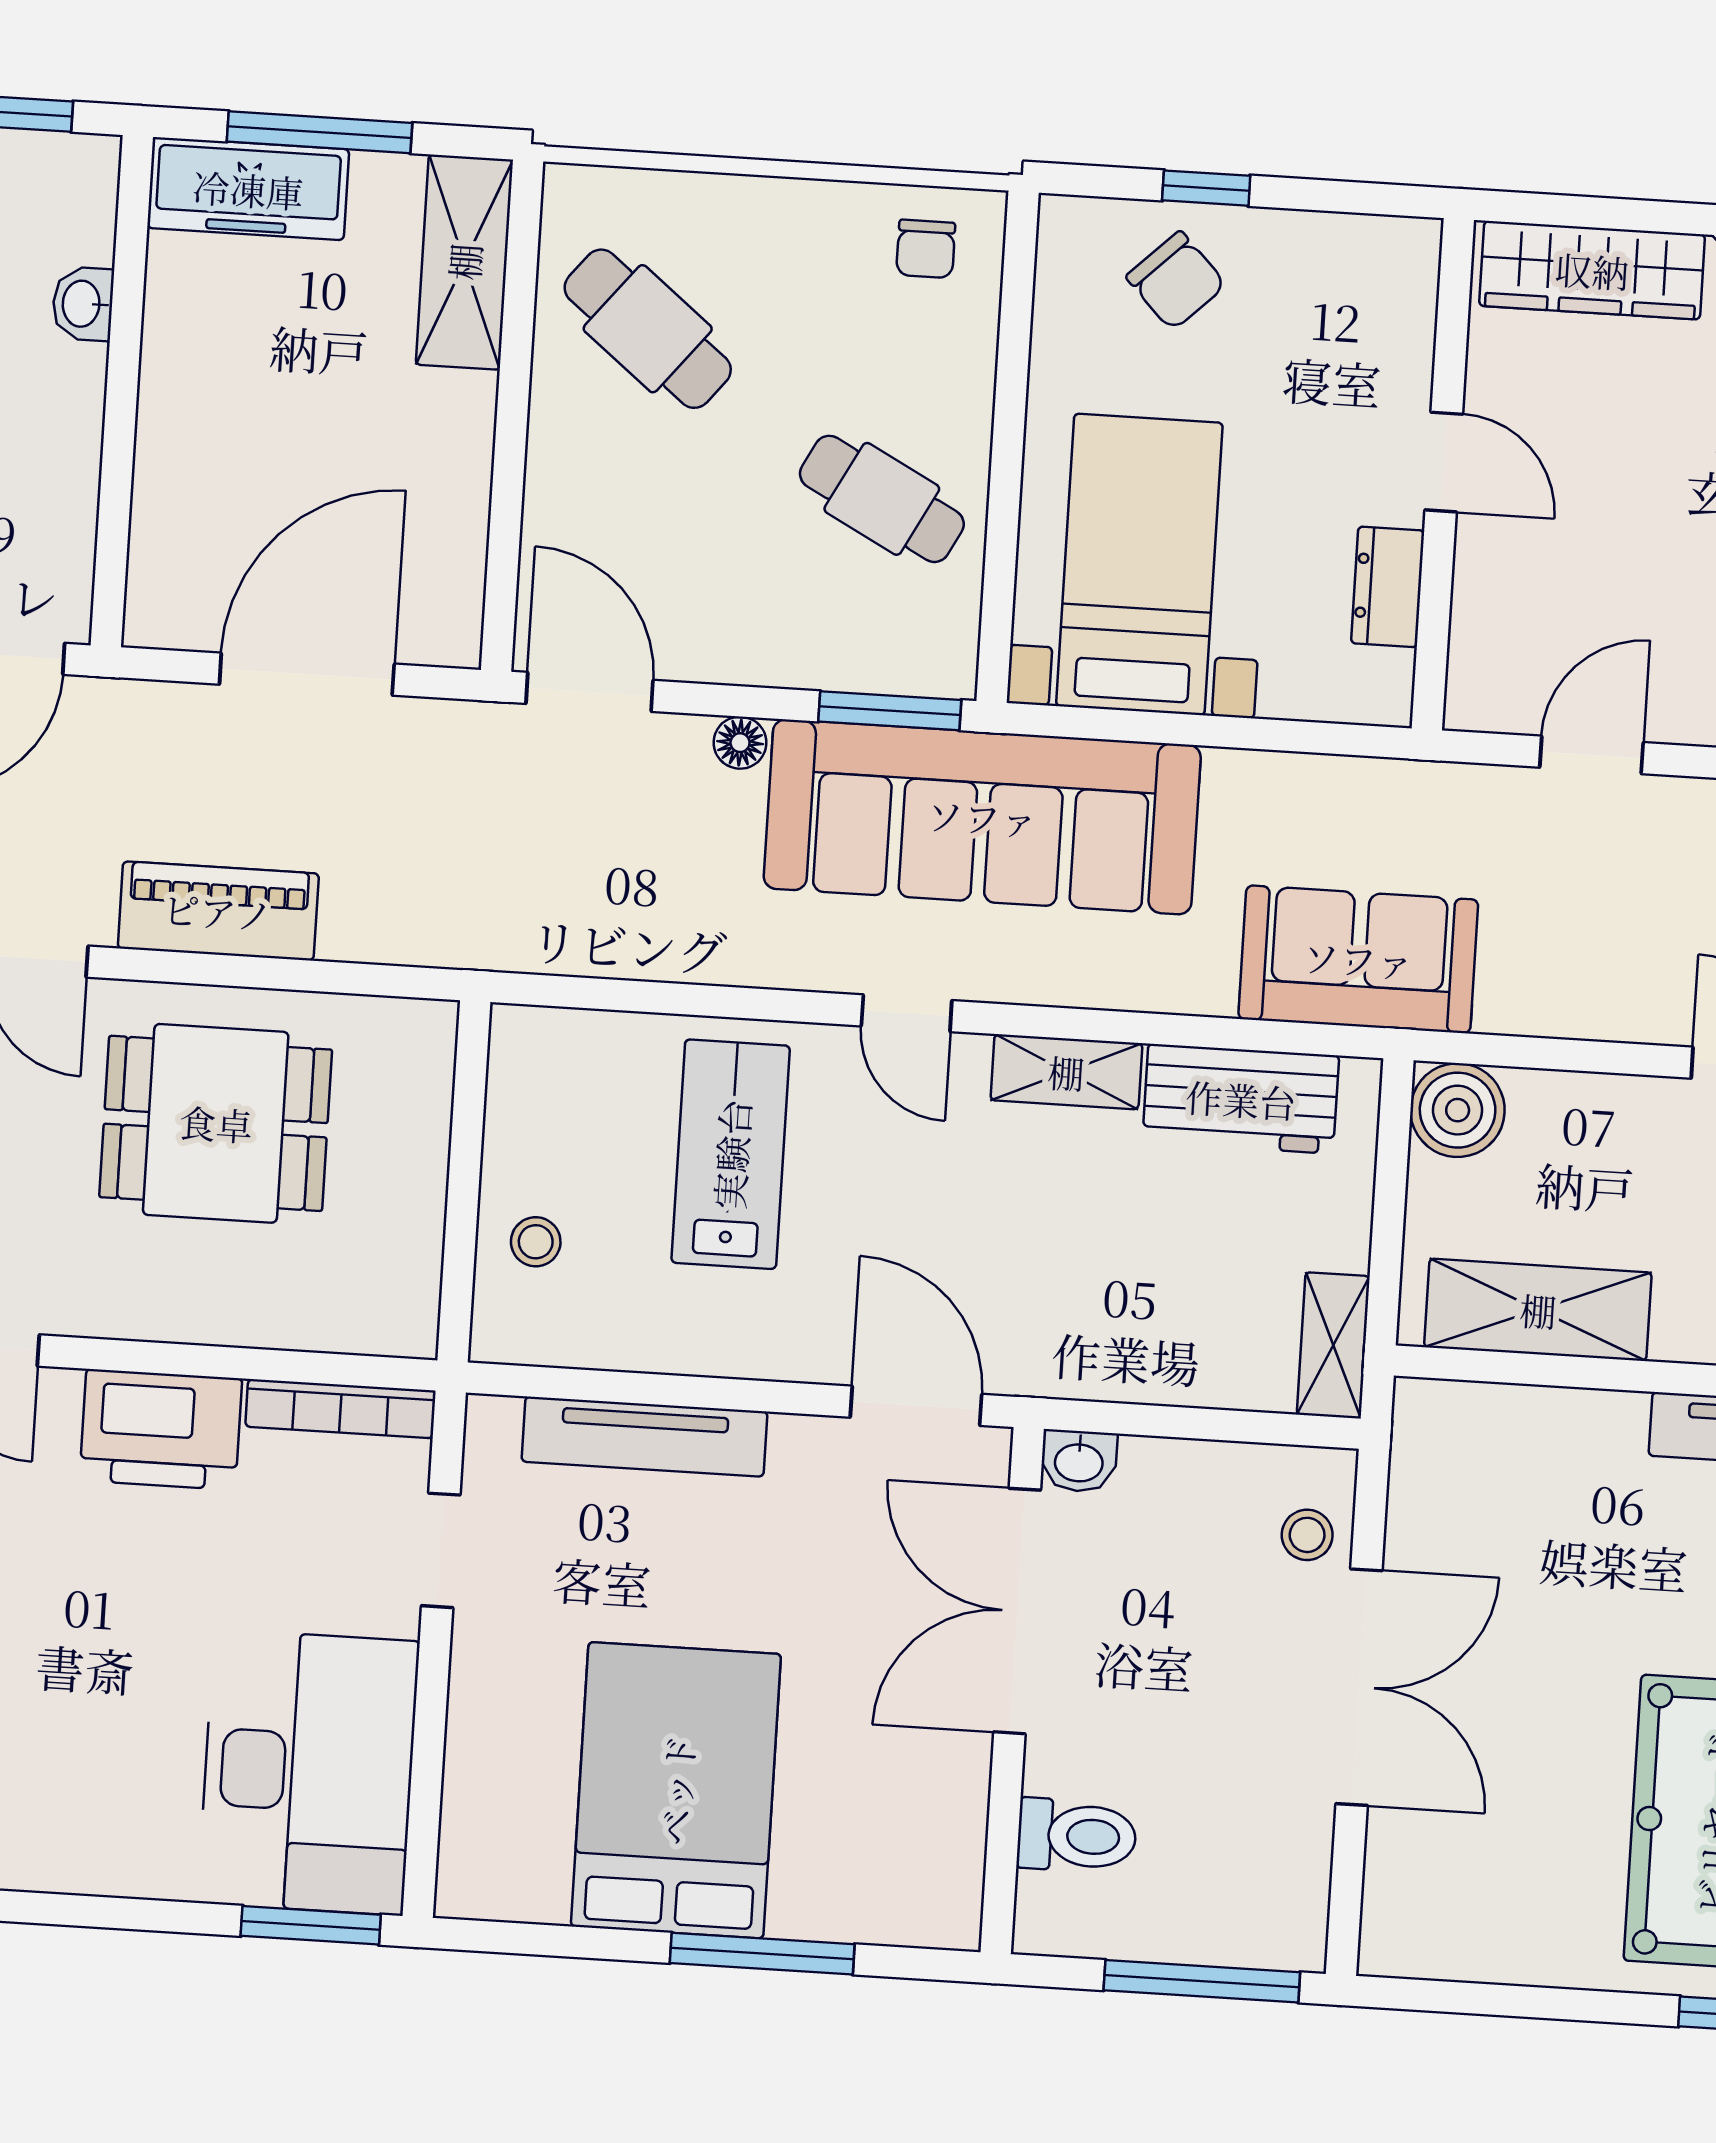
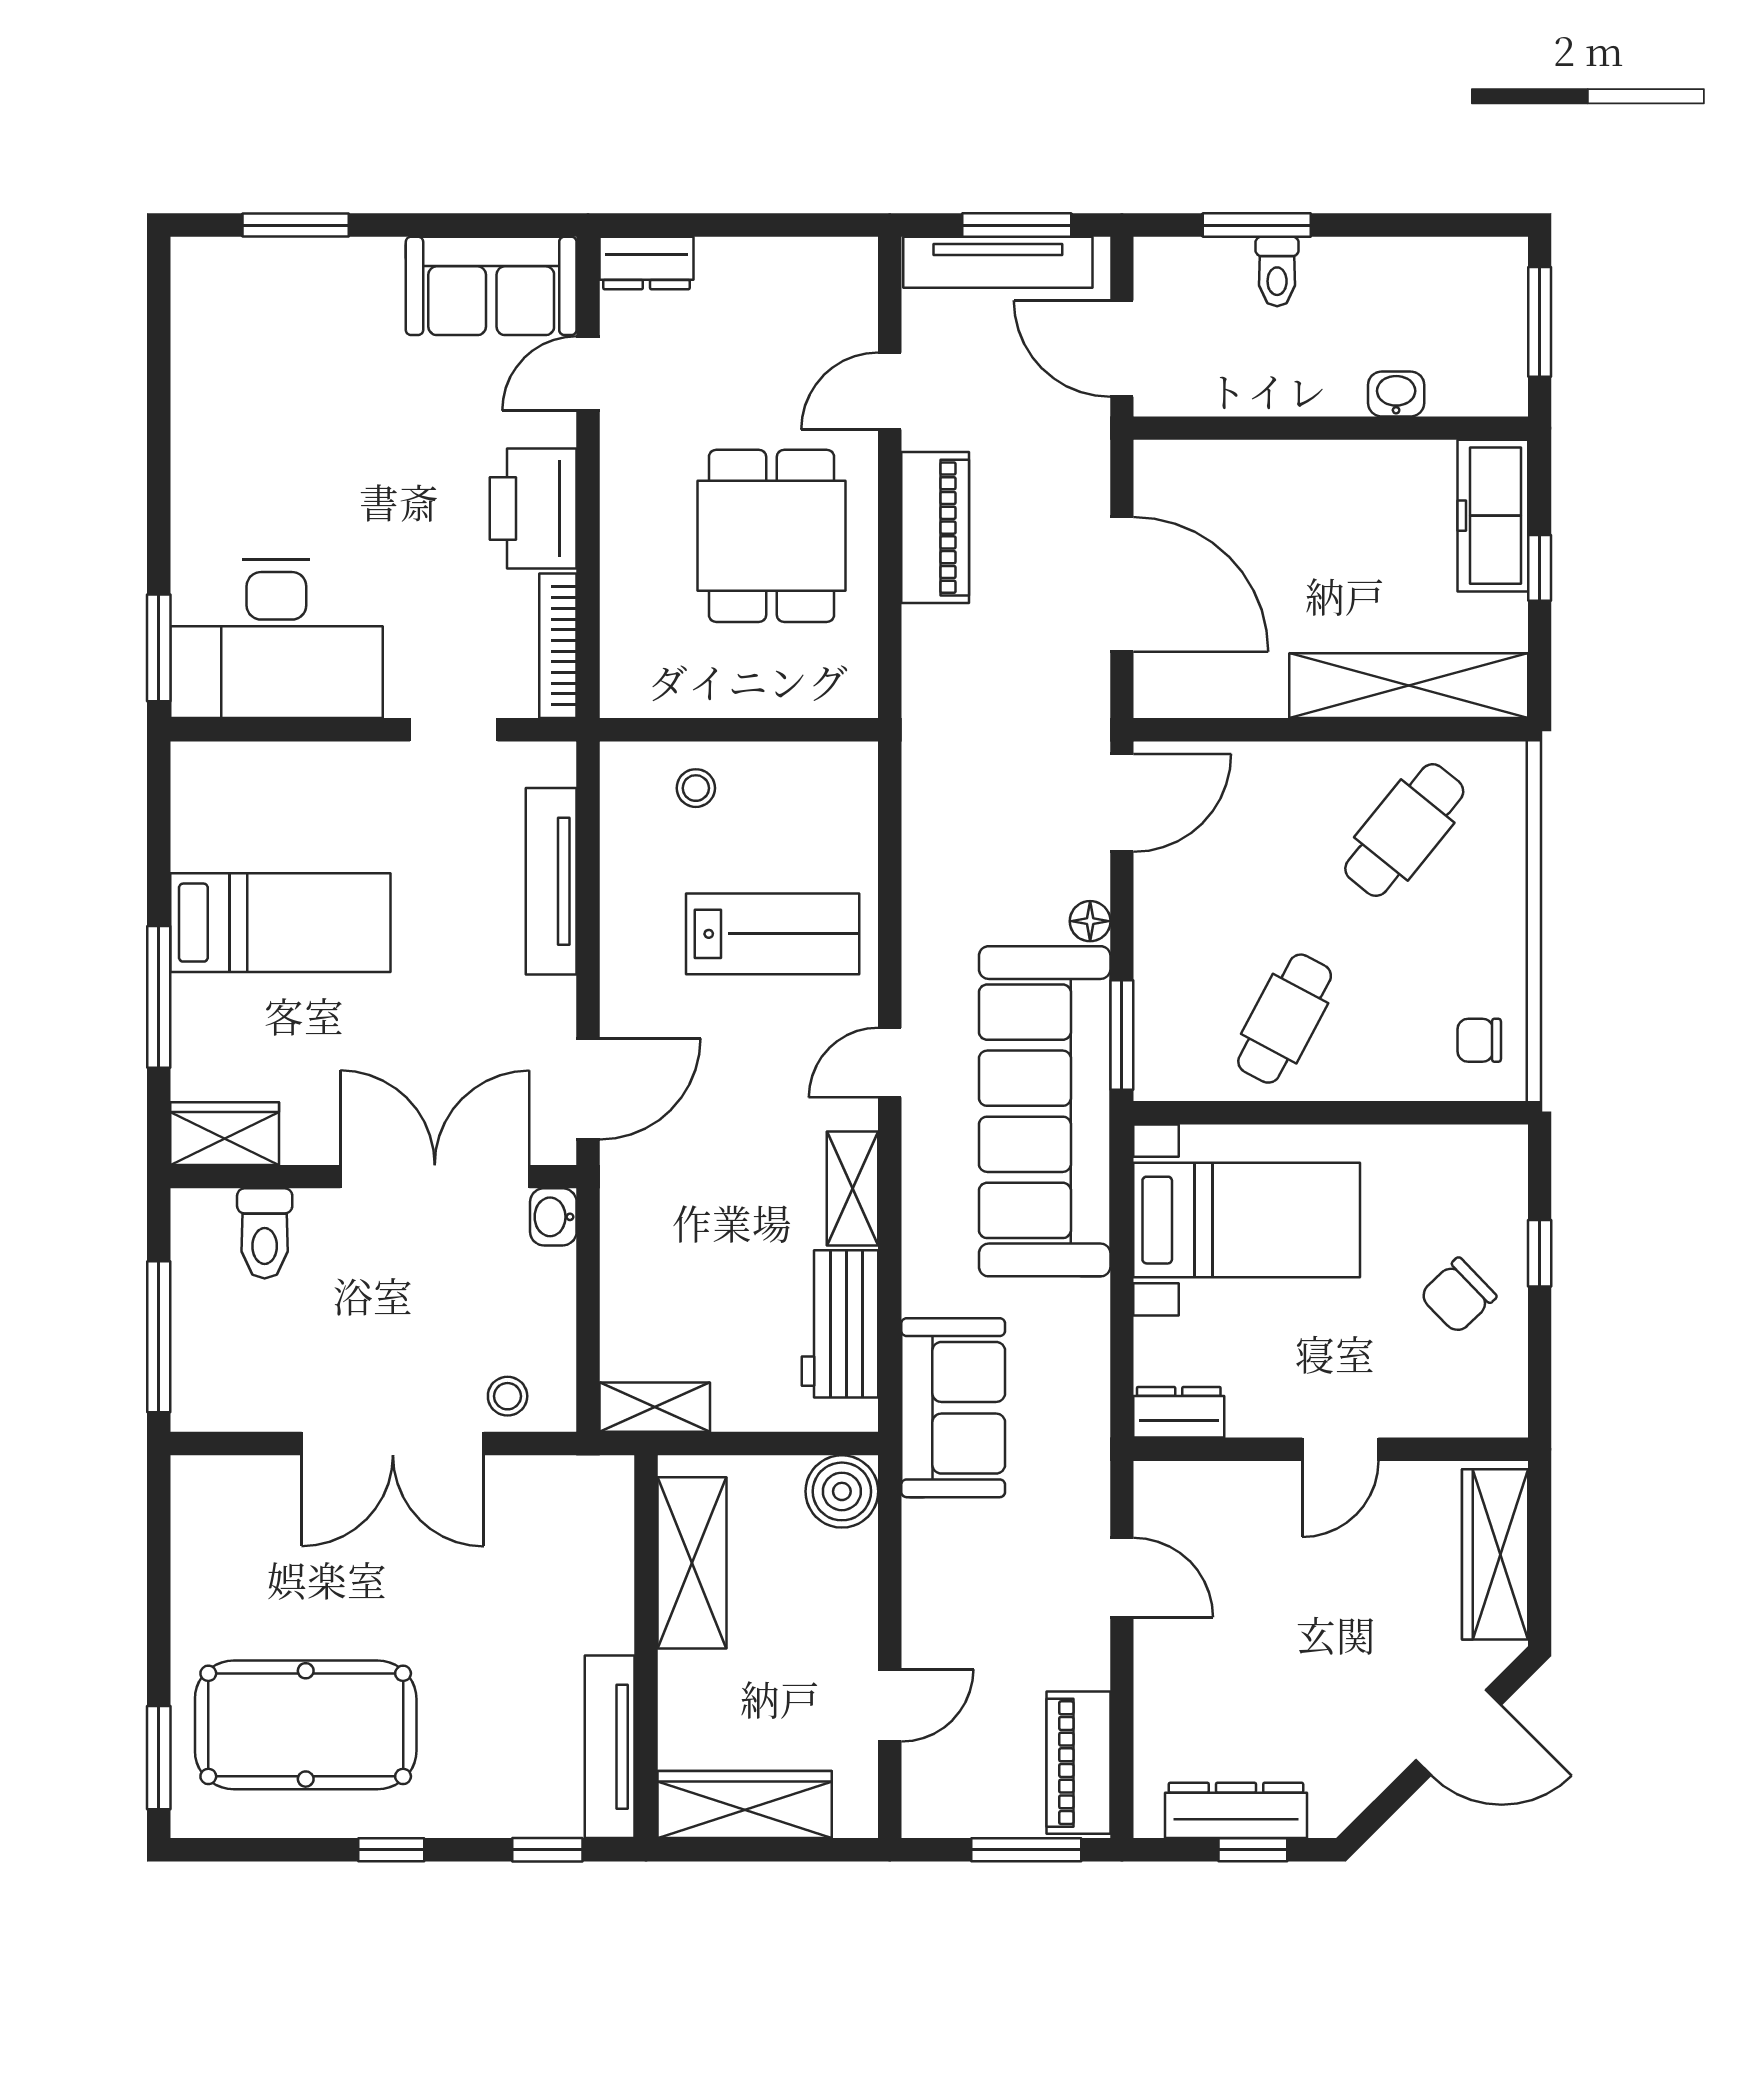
window: (319, 132) -> (1540, 568), width x0.46
shelving: (464, 262) -> (1409, 686), width x1.47
chair: (1176, 281) -> (1458, 1296), moved
dresser: (1388, 587) -> (1179, 1412), moved
bed: (676, 1790) -> (280, 923), width x0.67
wardrobe: (944, 1880) -> (225, 1134), added

